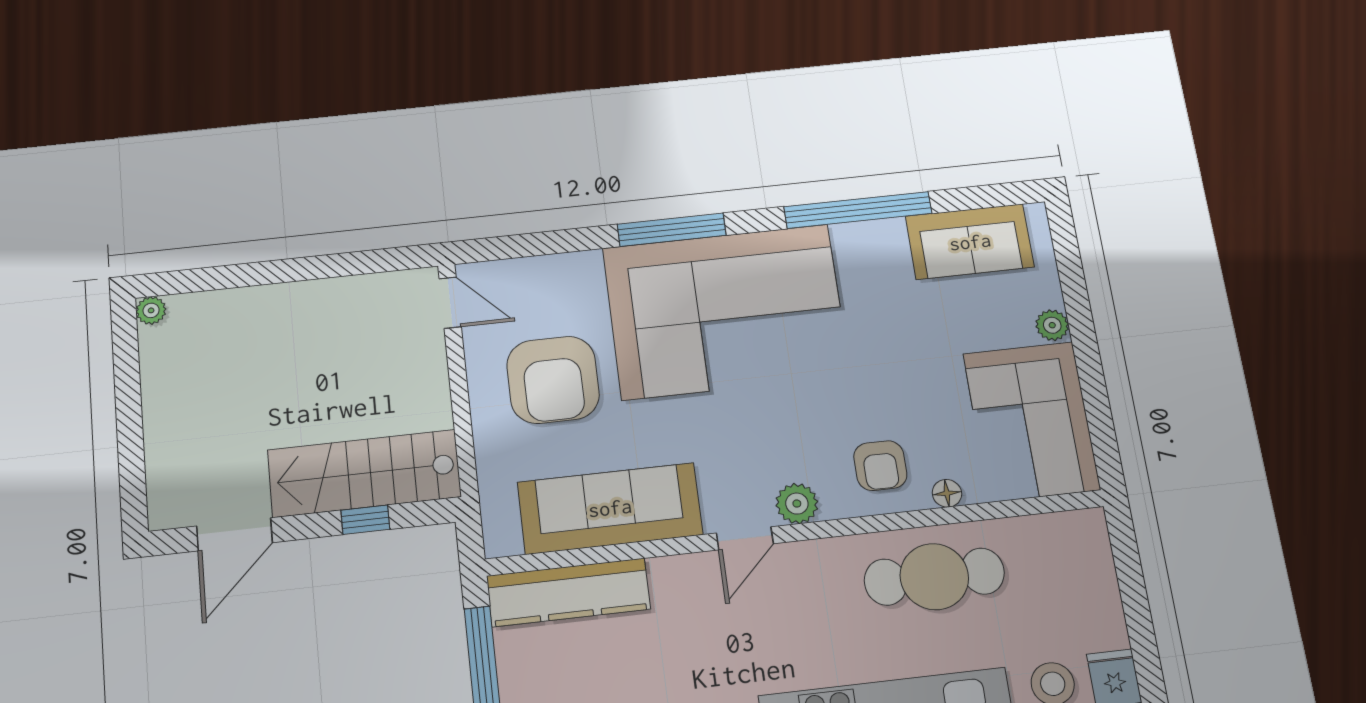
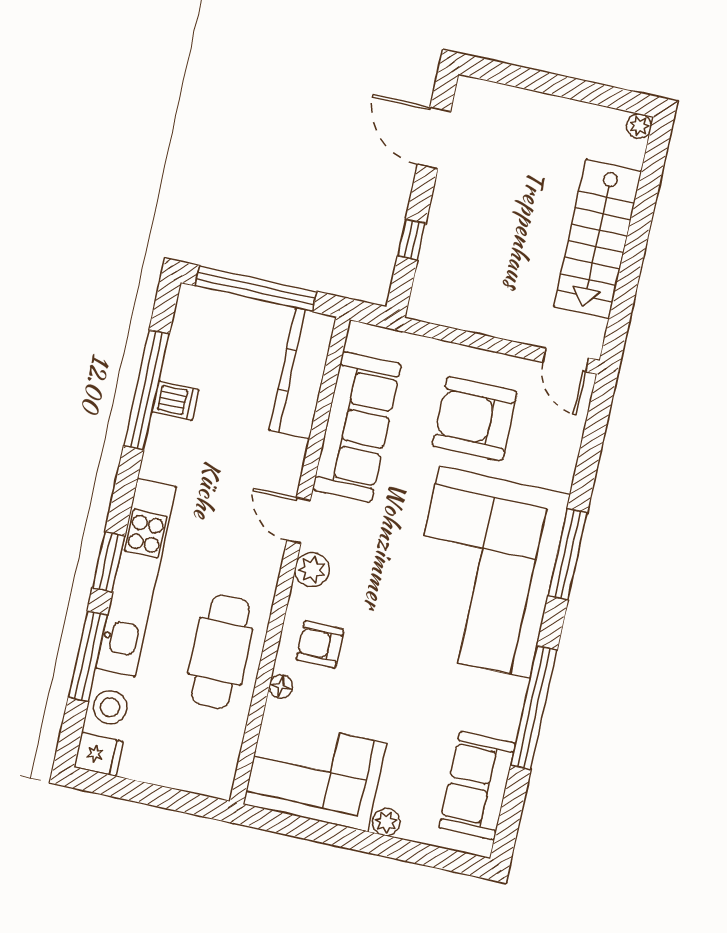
door: (450, 303) -> (566, 360), hinge flipped
stairs: (364, 473) -> (598, 239), moved, turned 180

